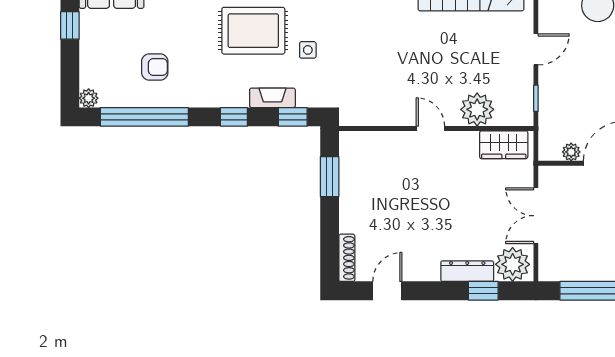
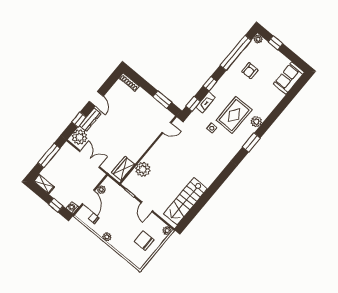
window: (70, 25) -> (275, 43), moved
door: (430, 128) -> (167, 128), moved
door: (387, 291) -> (96, 99), moved

